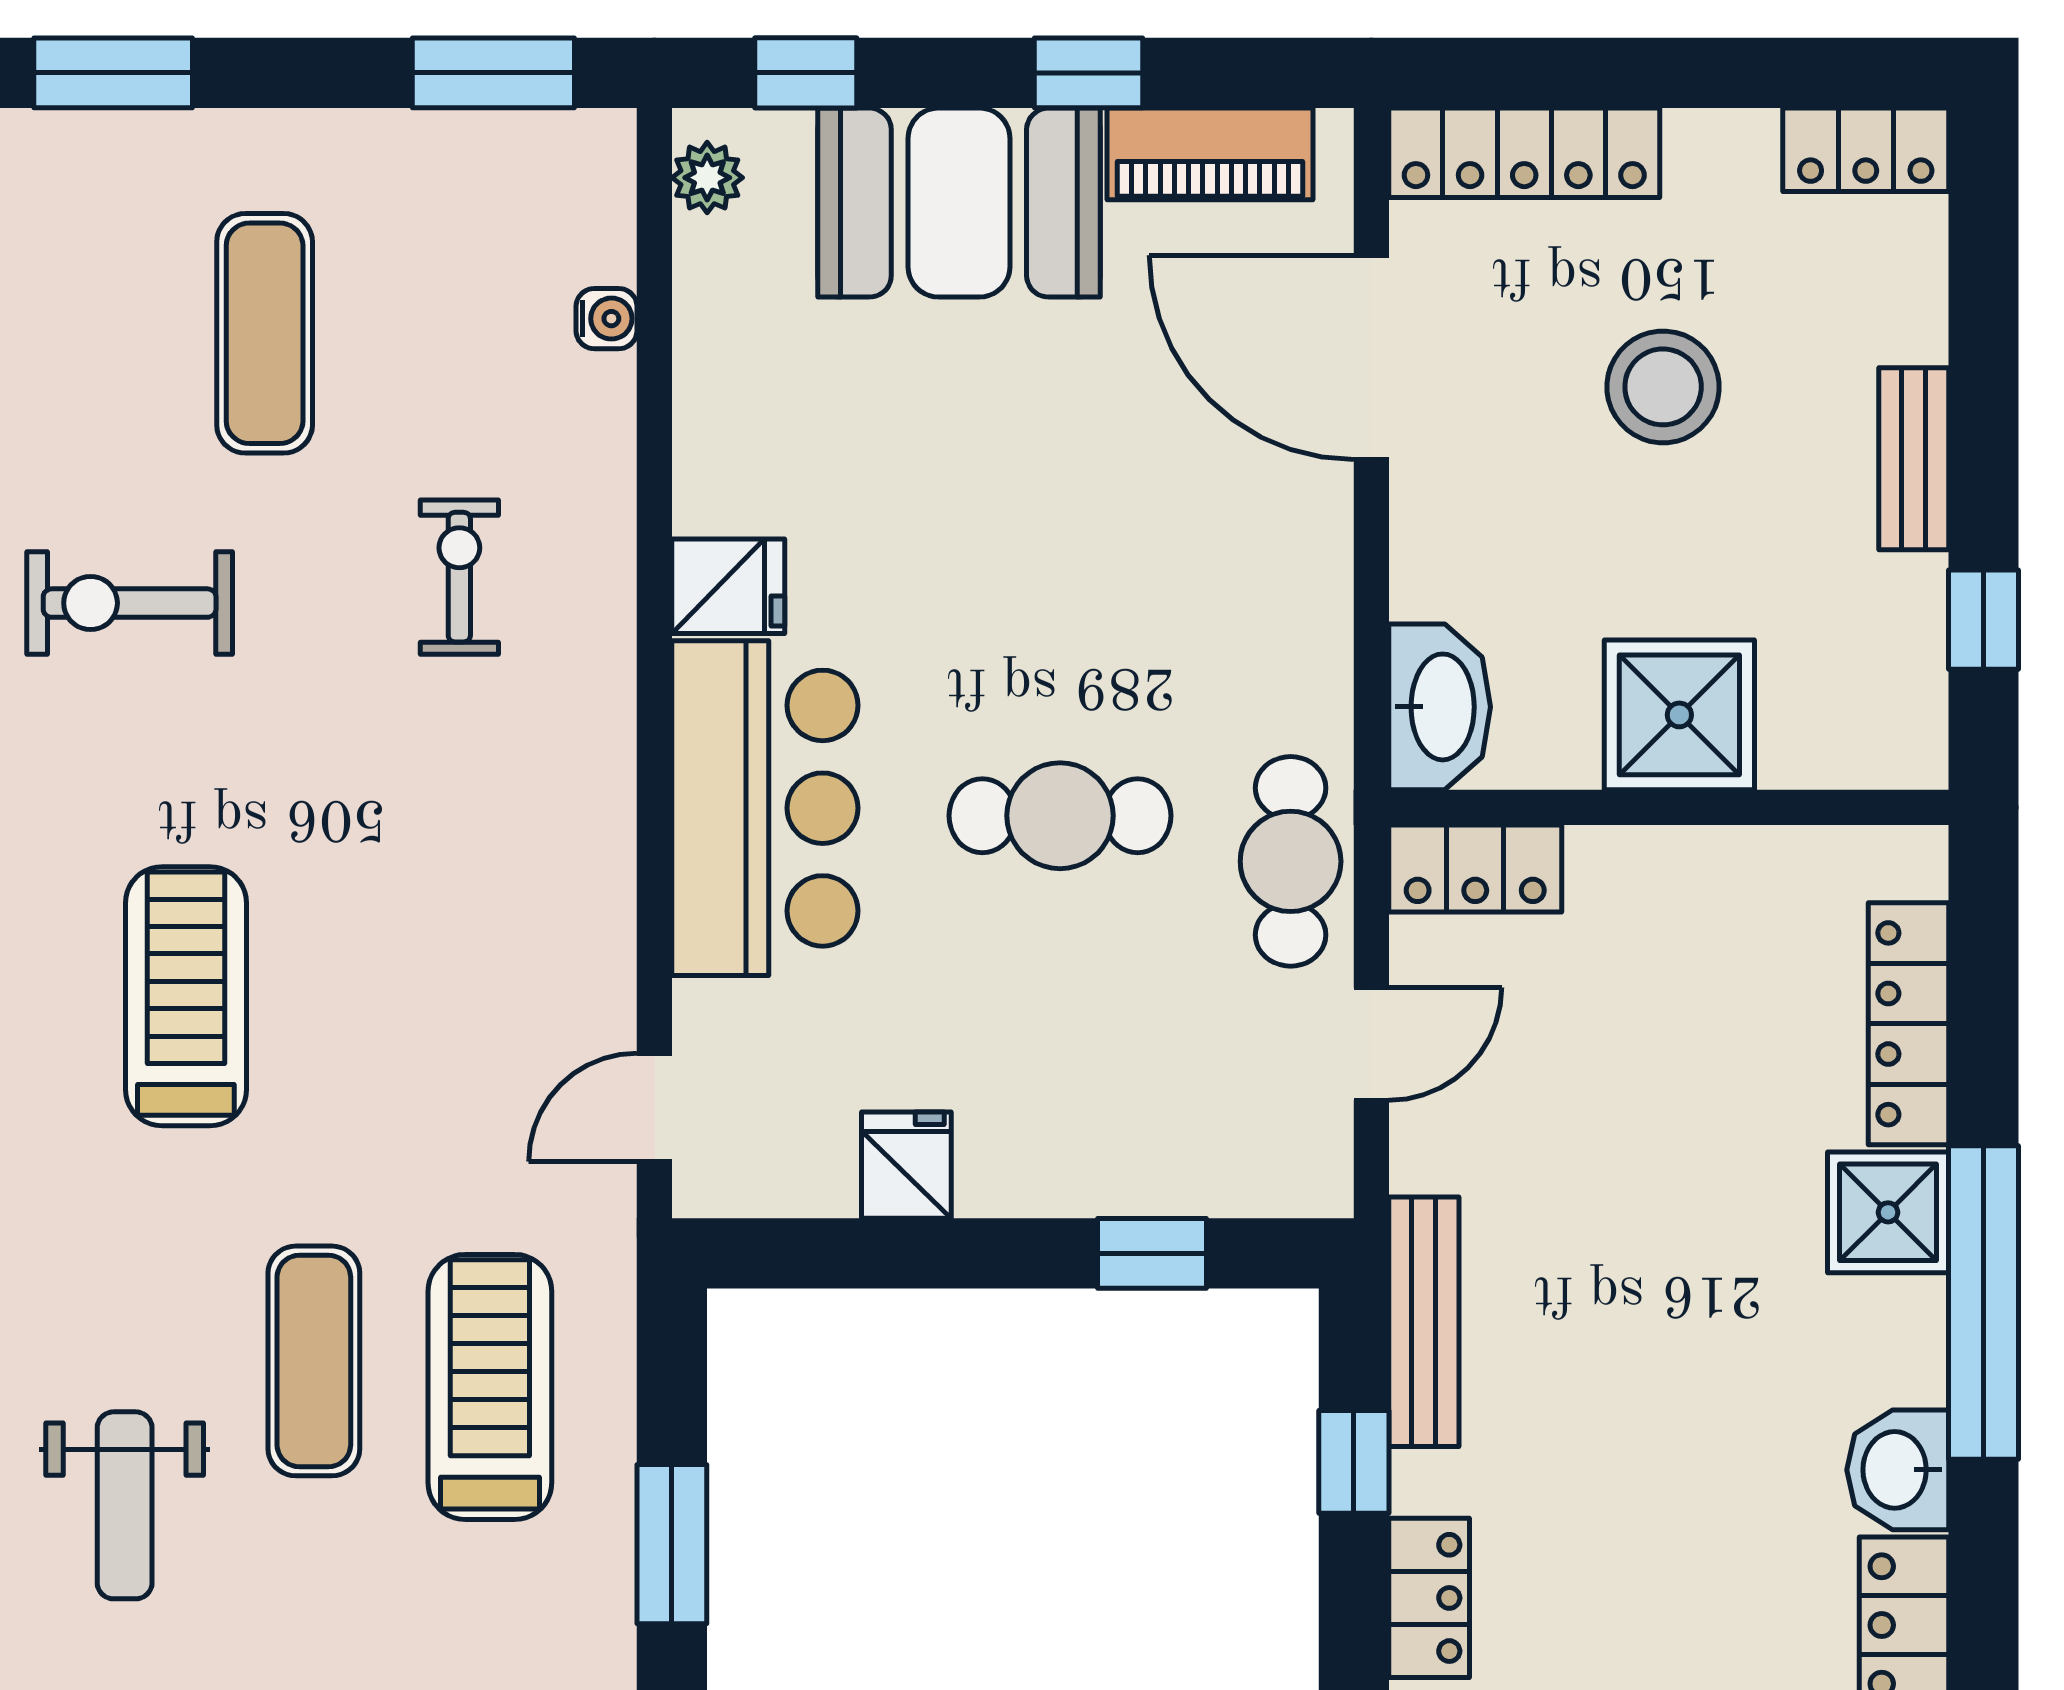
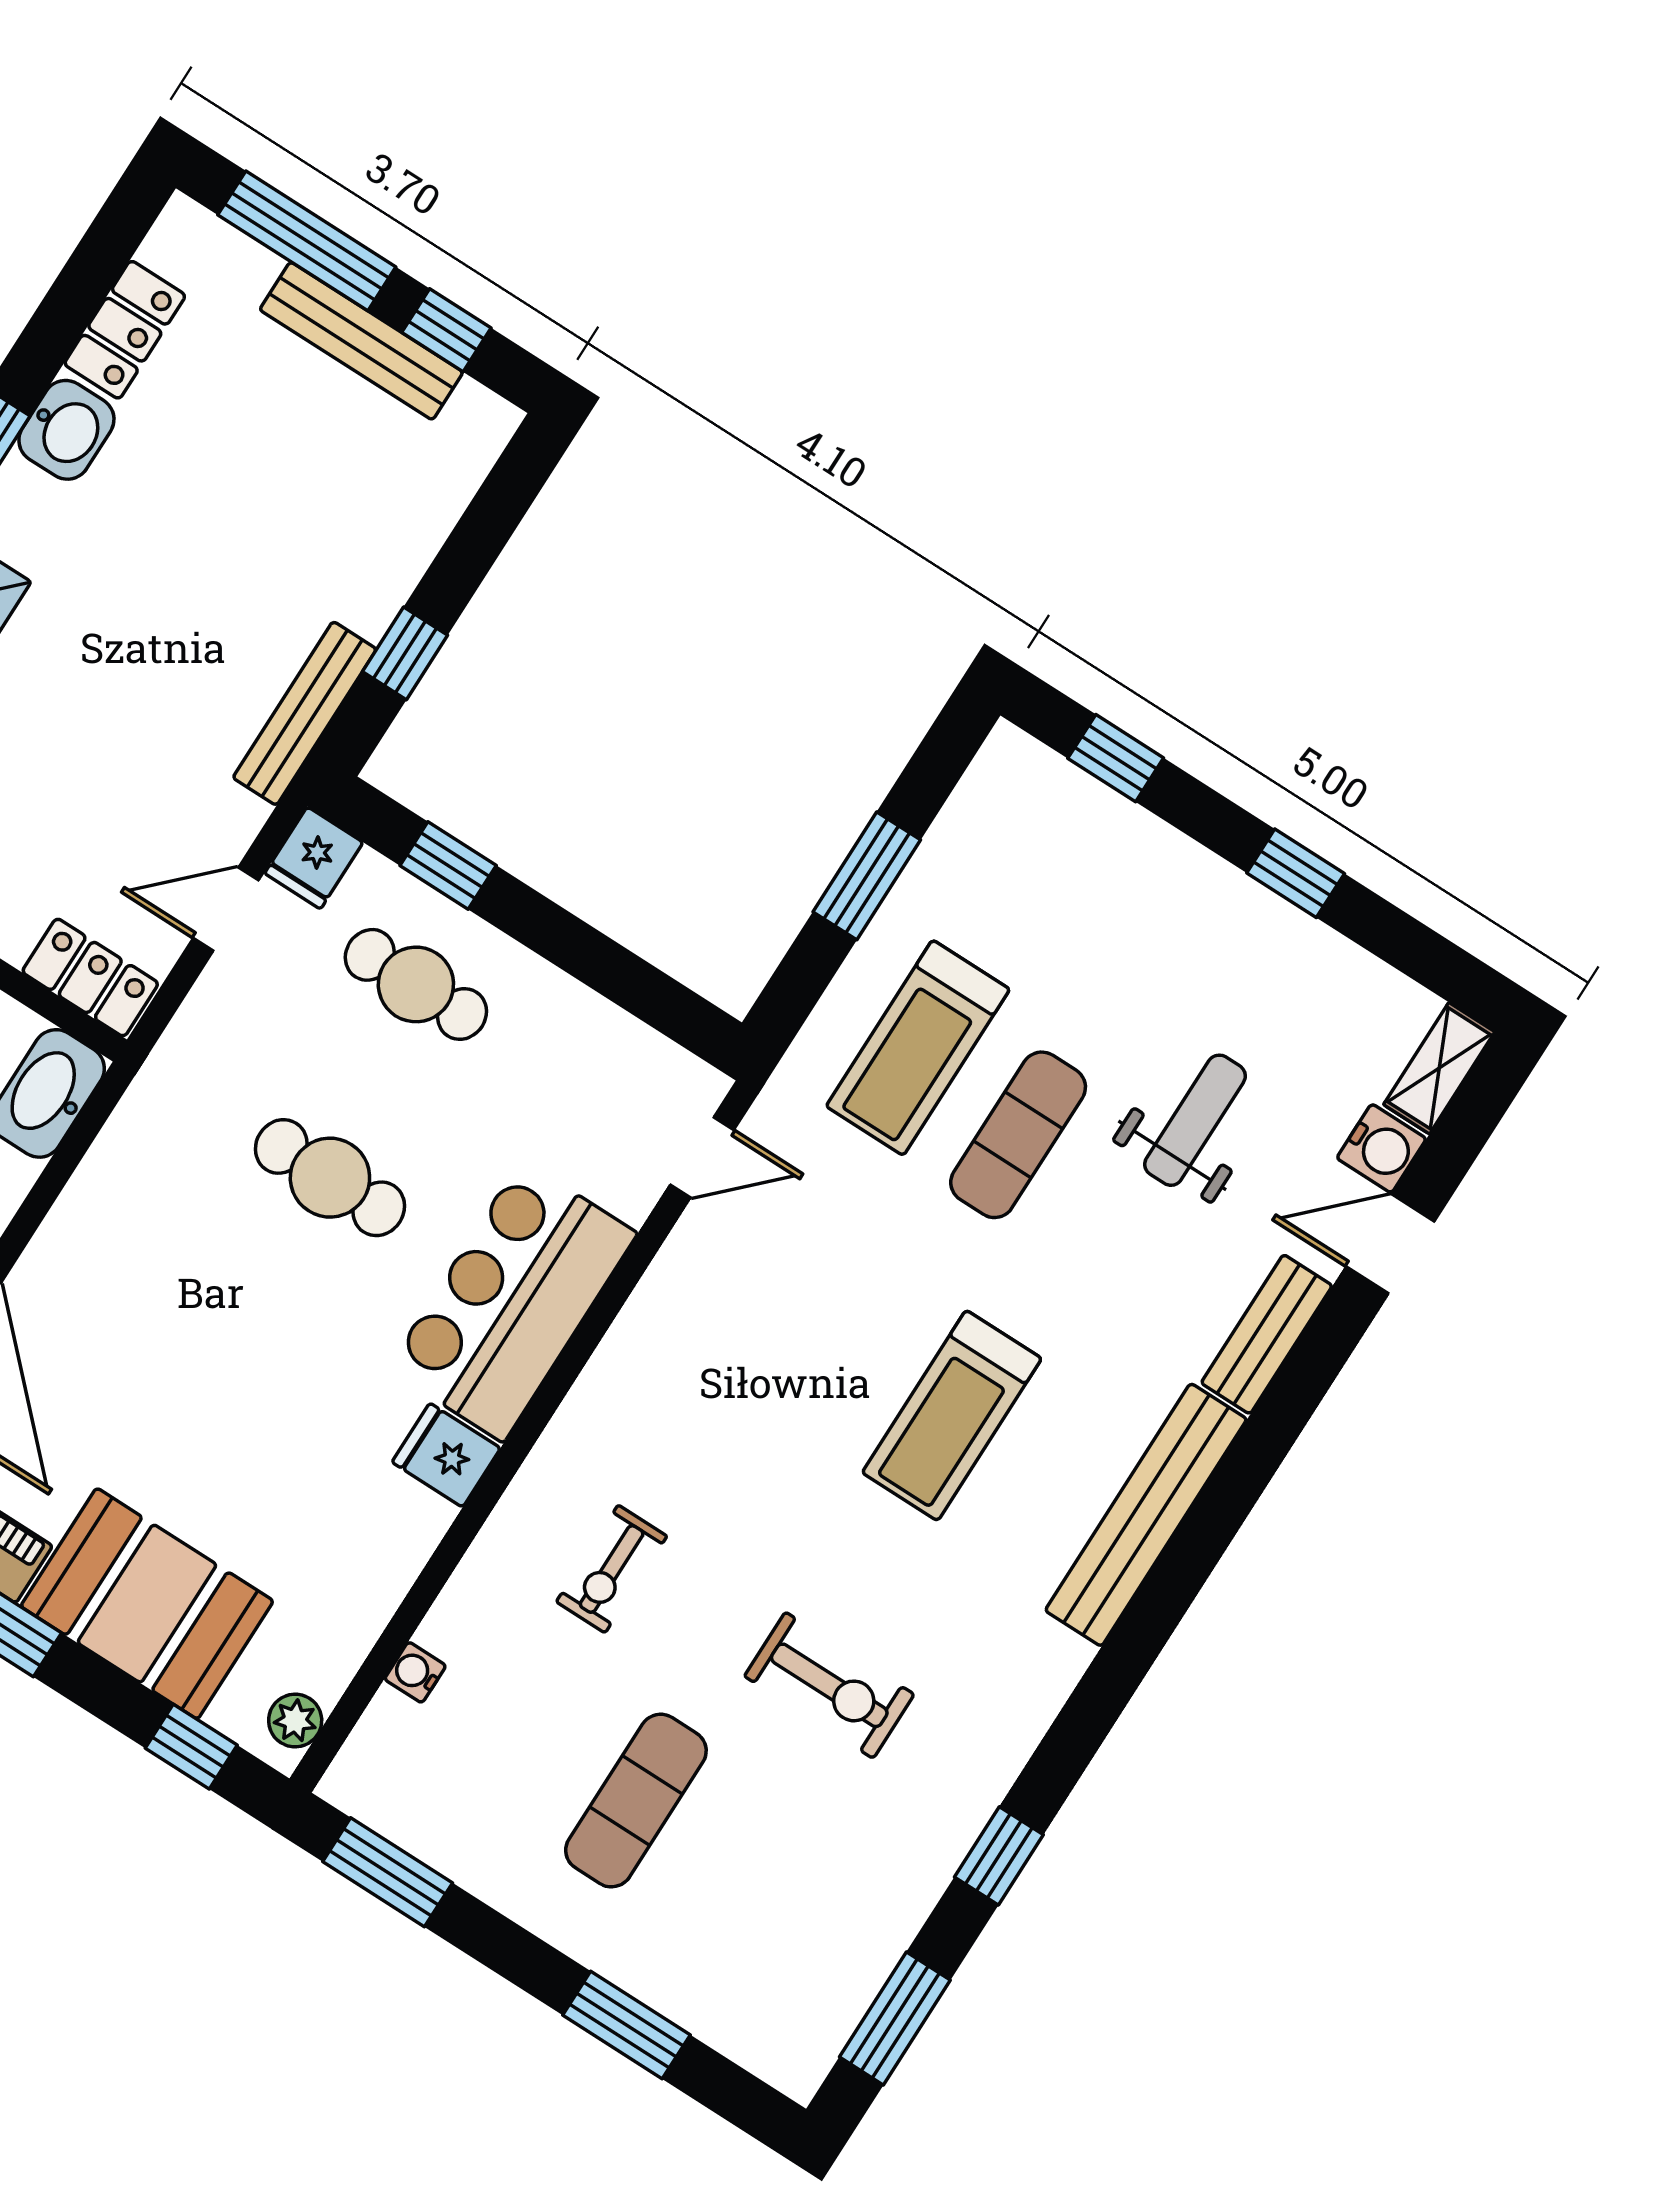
cafe table: (1291, 861) -> (416, 984), moved, turned 90
fridge: (906, 1165) -> (314, 858), moved
locker: (1429, 1598) -> (412, 538), removed

